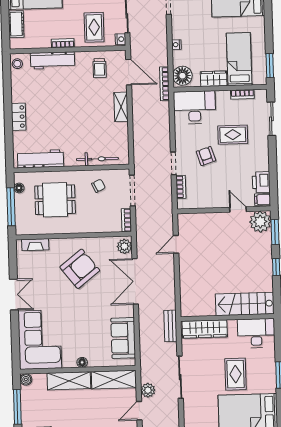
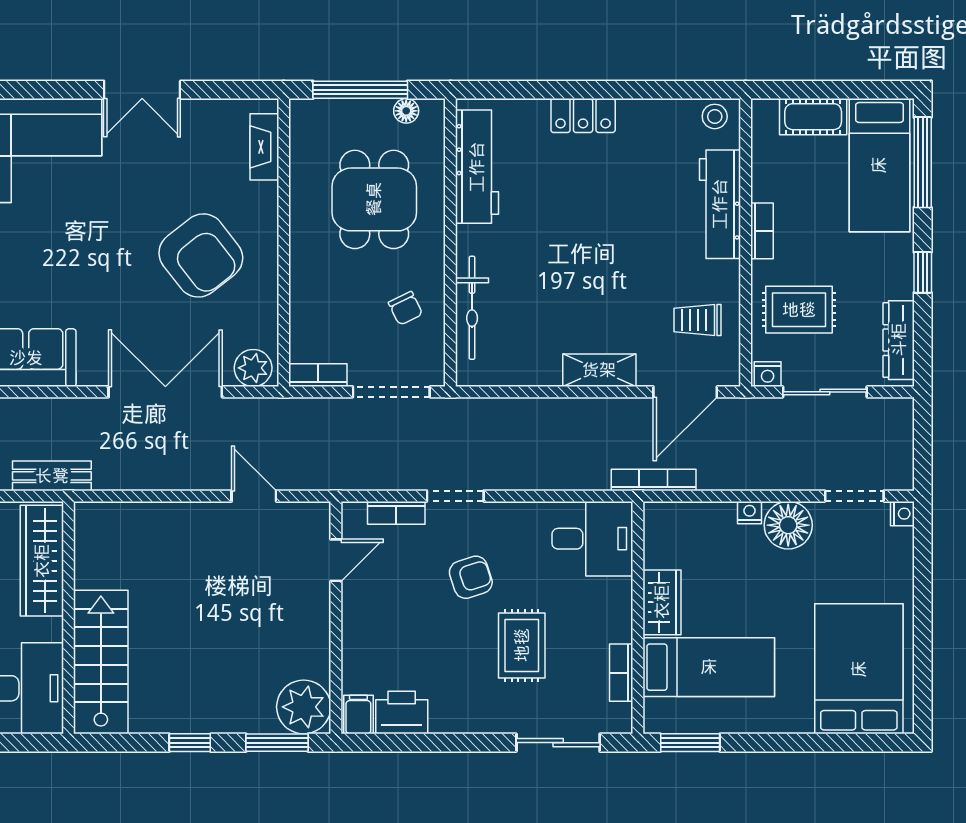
floor lamp: (182, 76) -> (788, 525), moved
desk: (194, 107) -> (592, 539), width x0.73
door: (238, 209) -> (336, 560), moved

